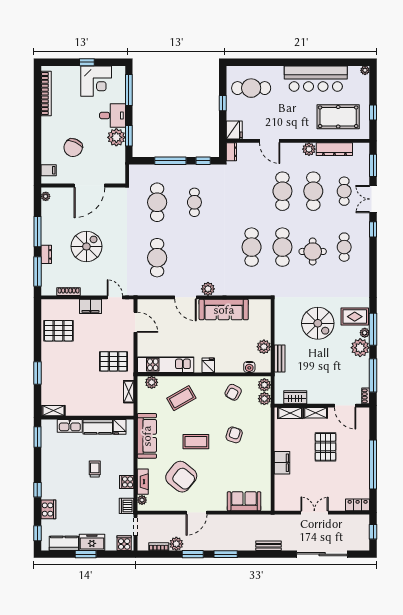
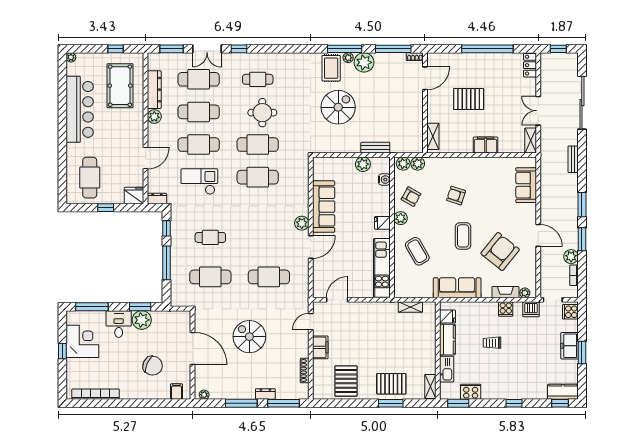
cafe table: (344, 191) -> (199, 79), width x1.37, depth x1.35
checkout: (247, 192) -> (199, 182), added
spiral stairs: (86, 246) -> (249, 337), moved
pallet: (113, 361) -> (391, 384), moved, turned 90
plant: (152, 382) -> (401, 218), moved
wardrobe: (295, 397) -> (416, 131), removed
shelving: (316, 413) -> (531, 140), moved
cooker: (48, 509) -> (471, 392), moved
kitchen counter: (64, 543) -> (563, 392), moved, turned 90

